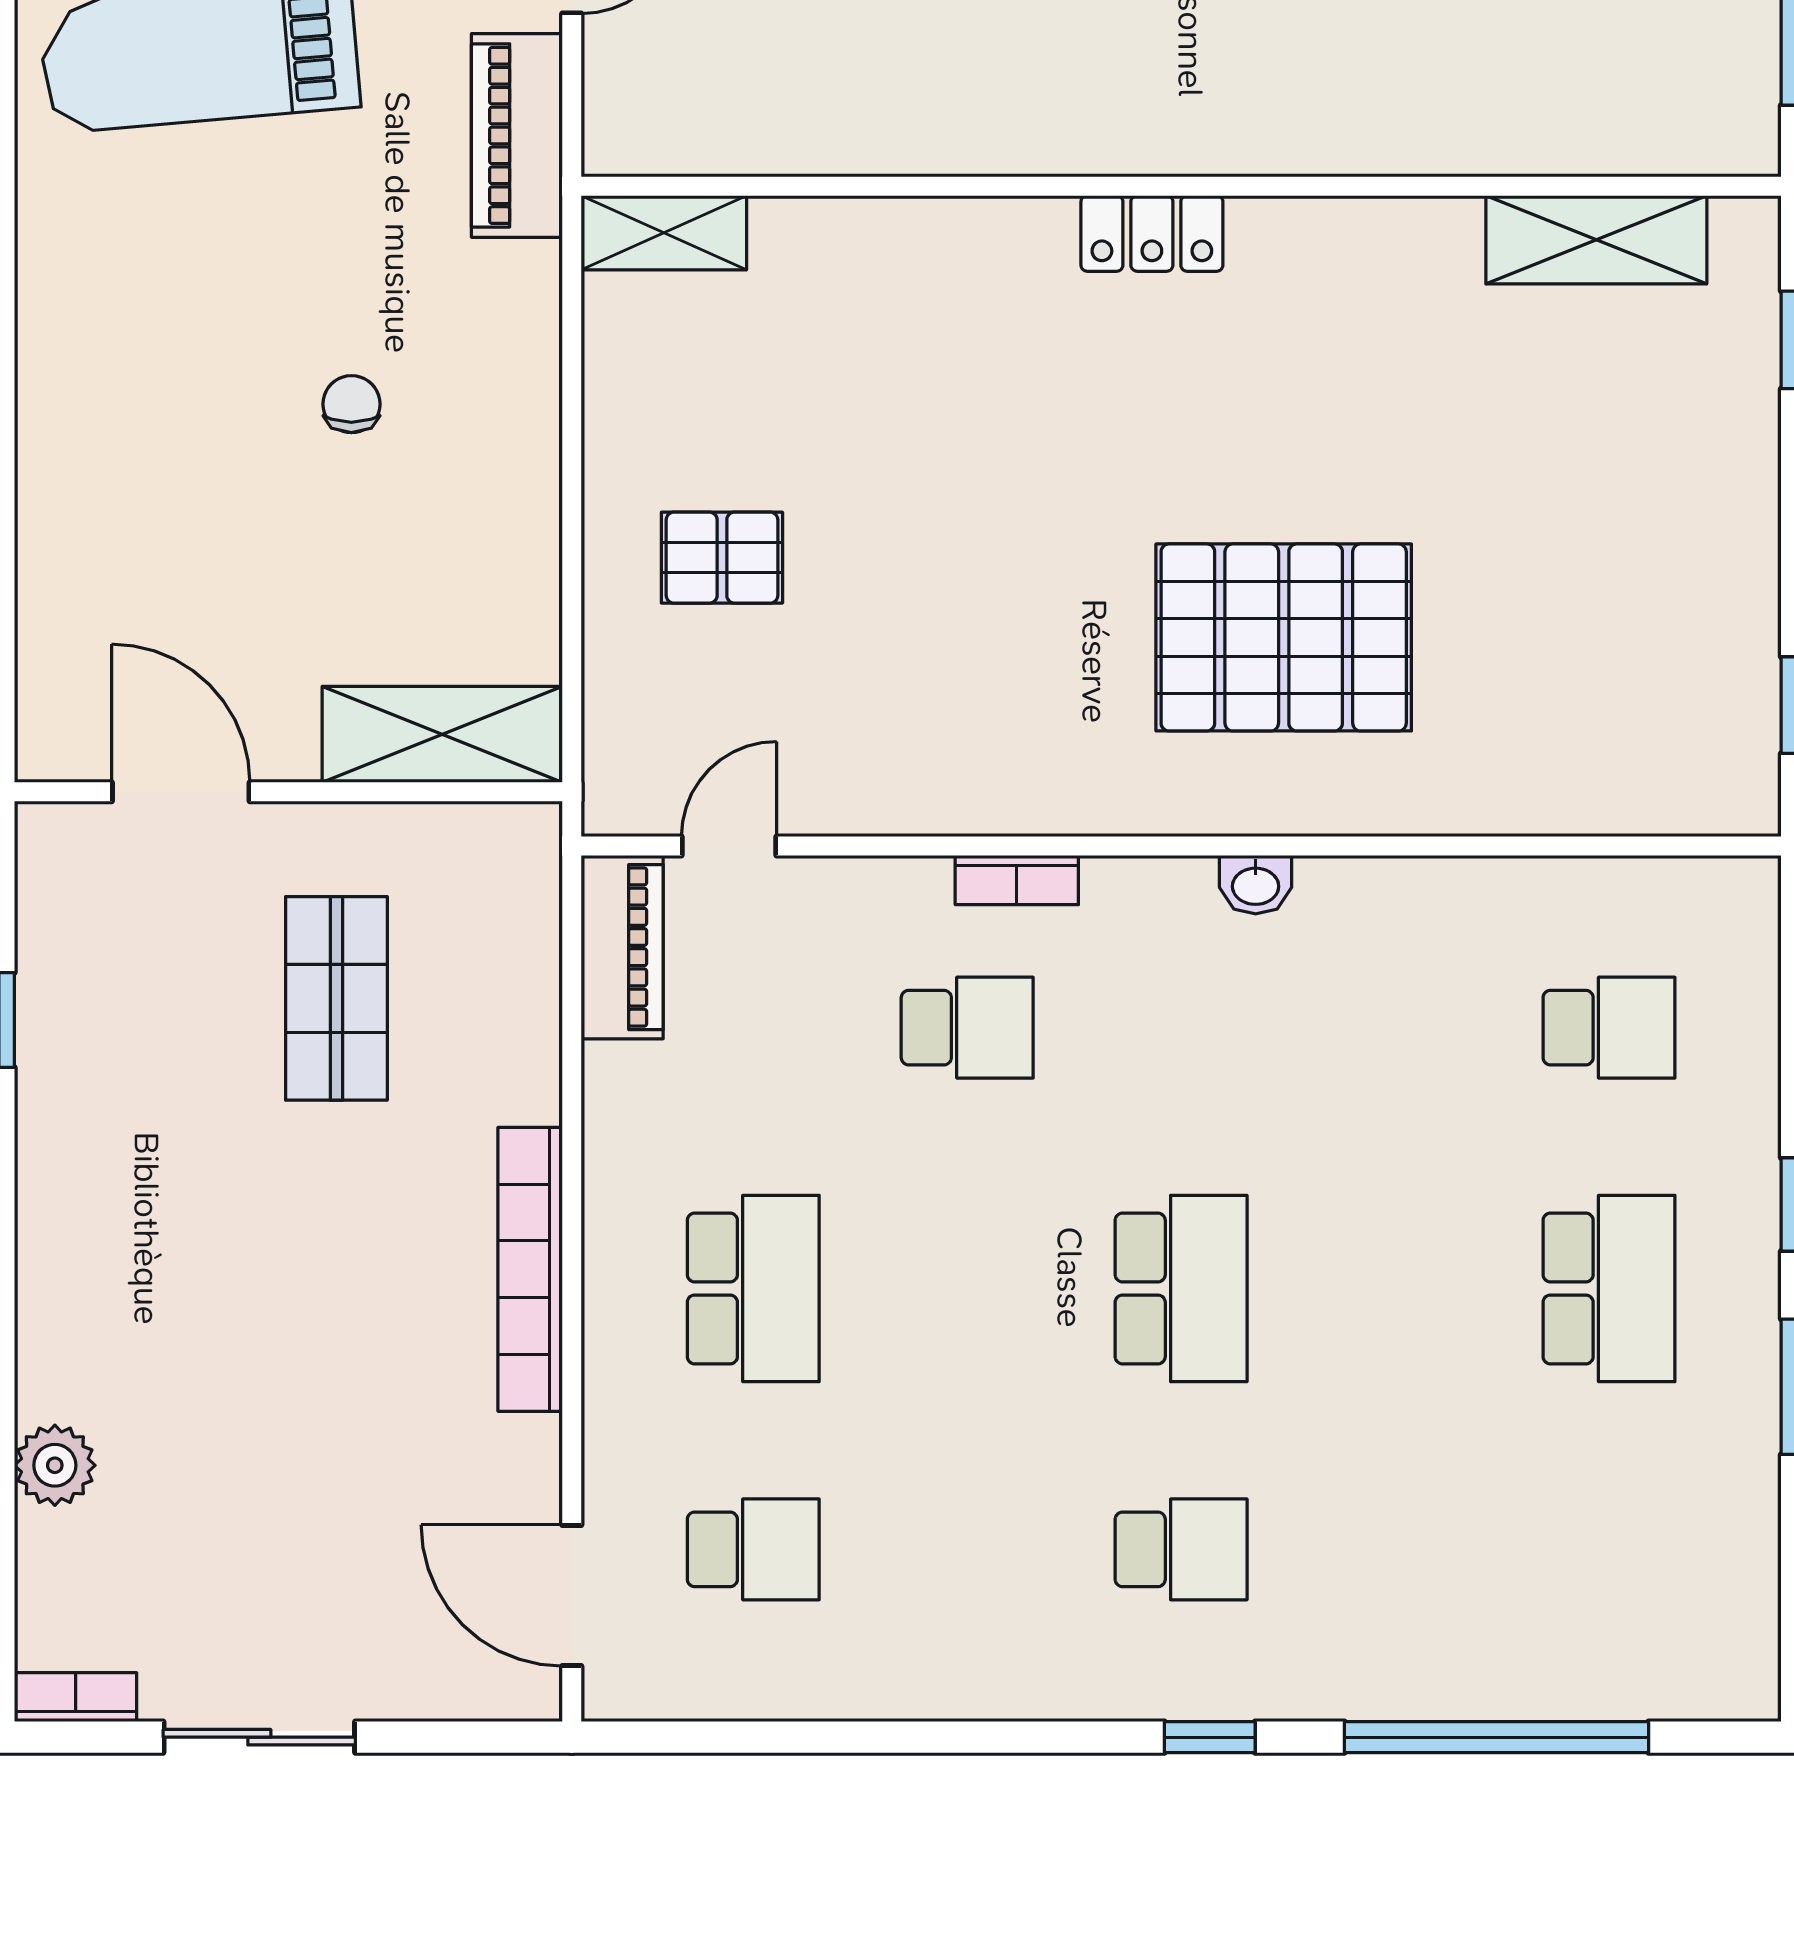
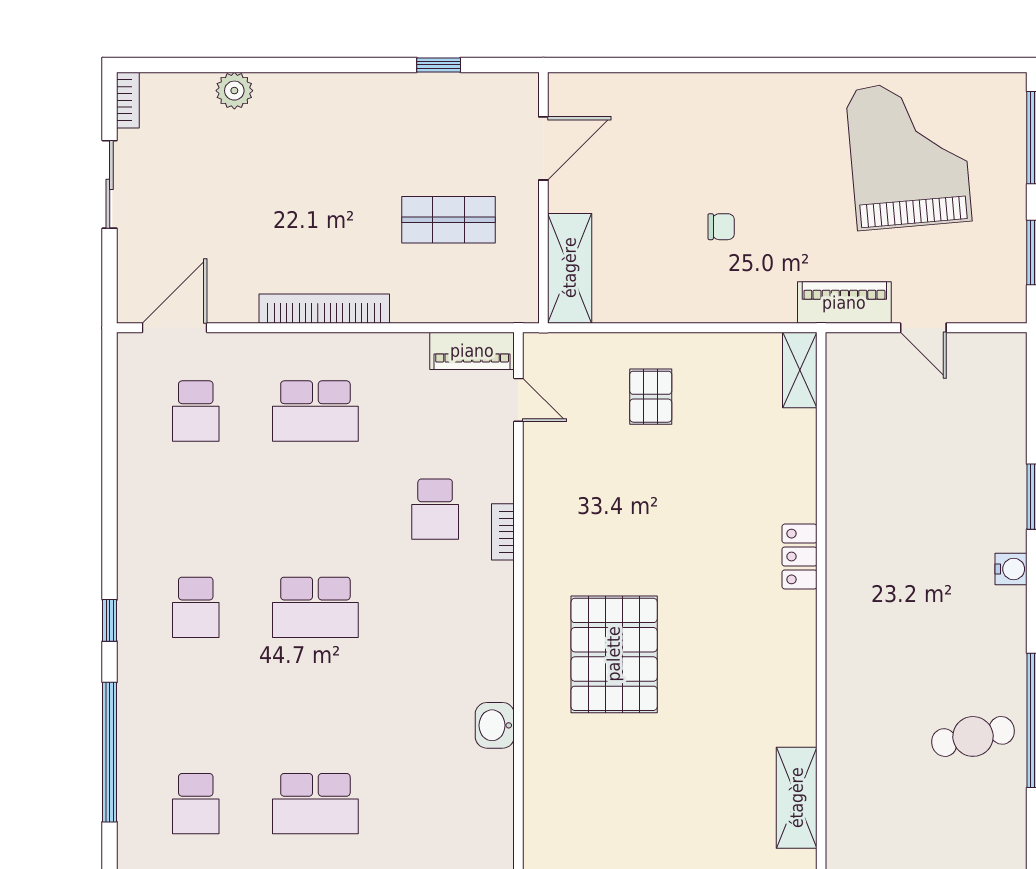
locker: (1152, 233) -> (799, 557), moved
washbasin: (1256, 885) -> (495, 725), moved, width x1.38, depth x1.45
school desk: (1609, 1028) -> (196, 804), moved

